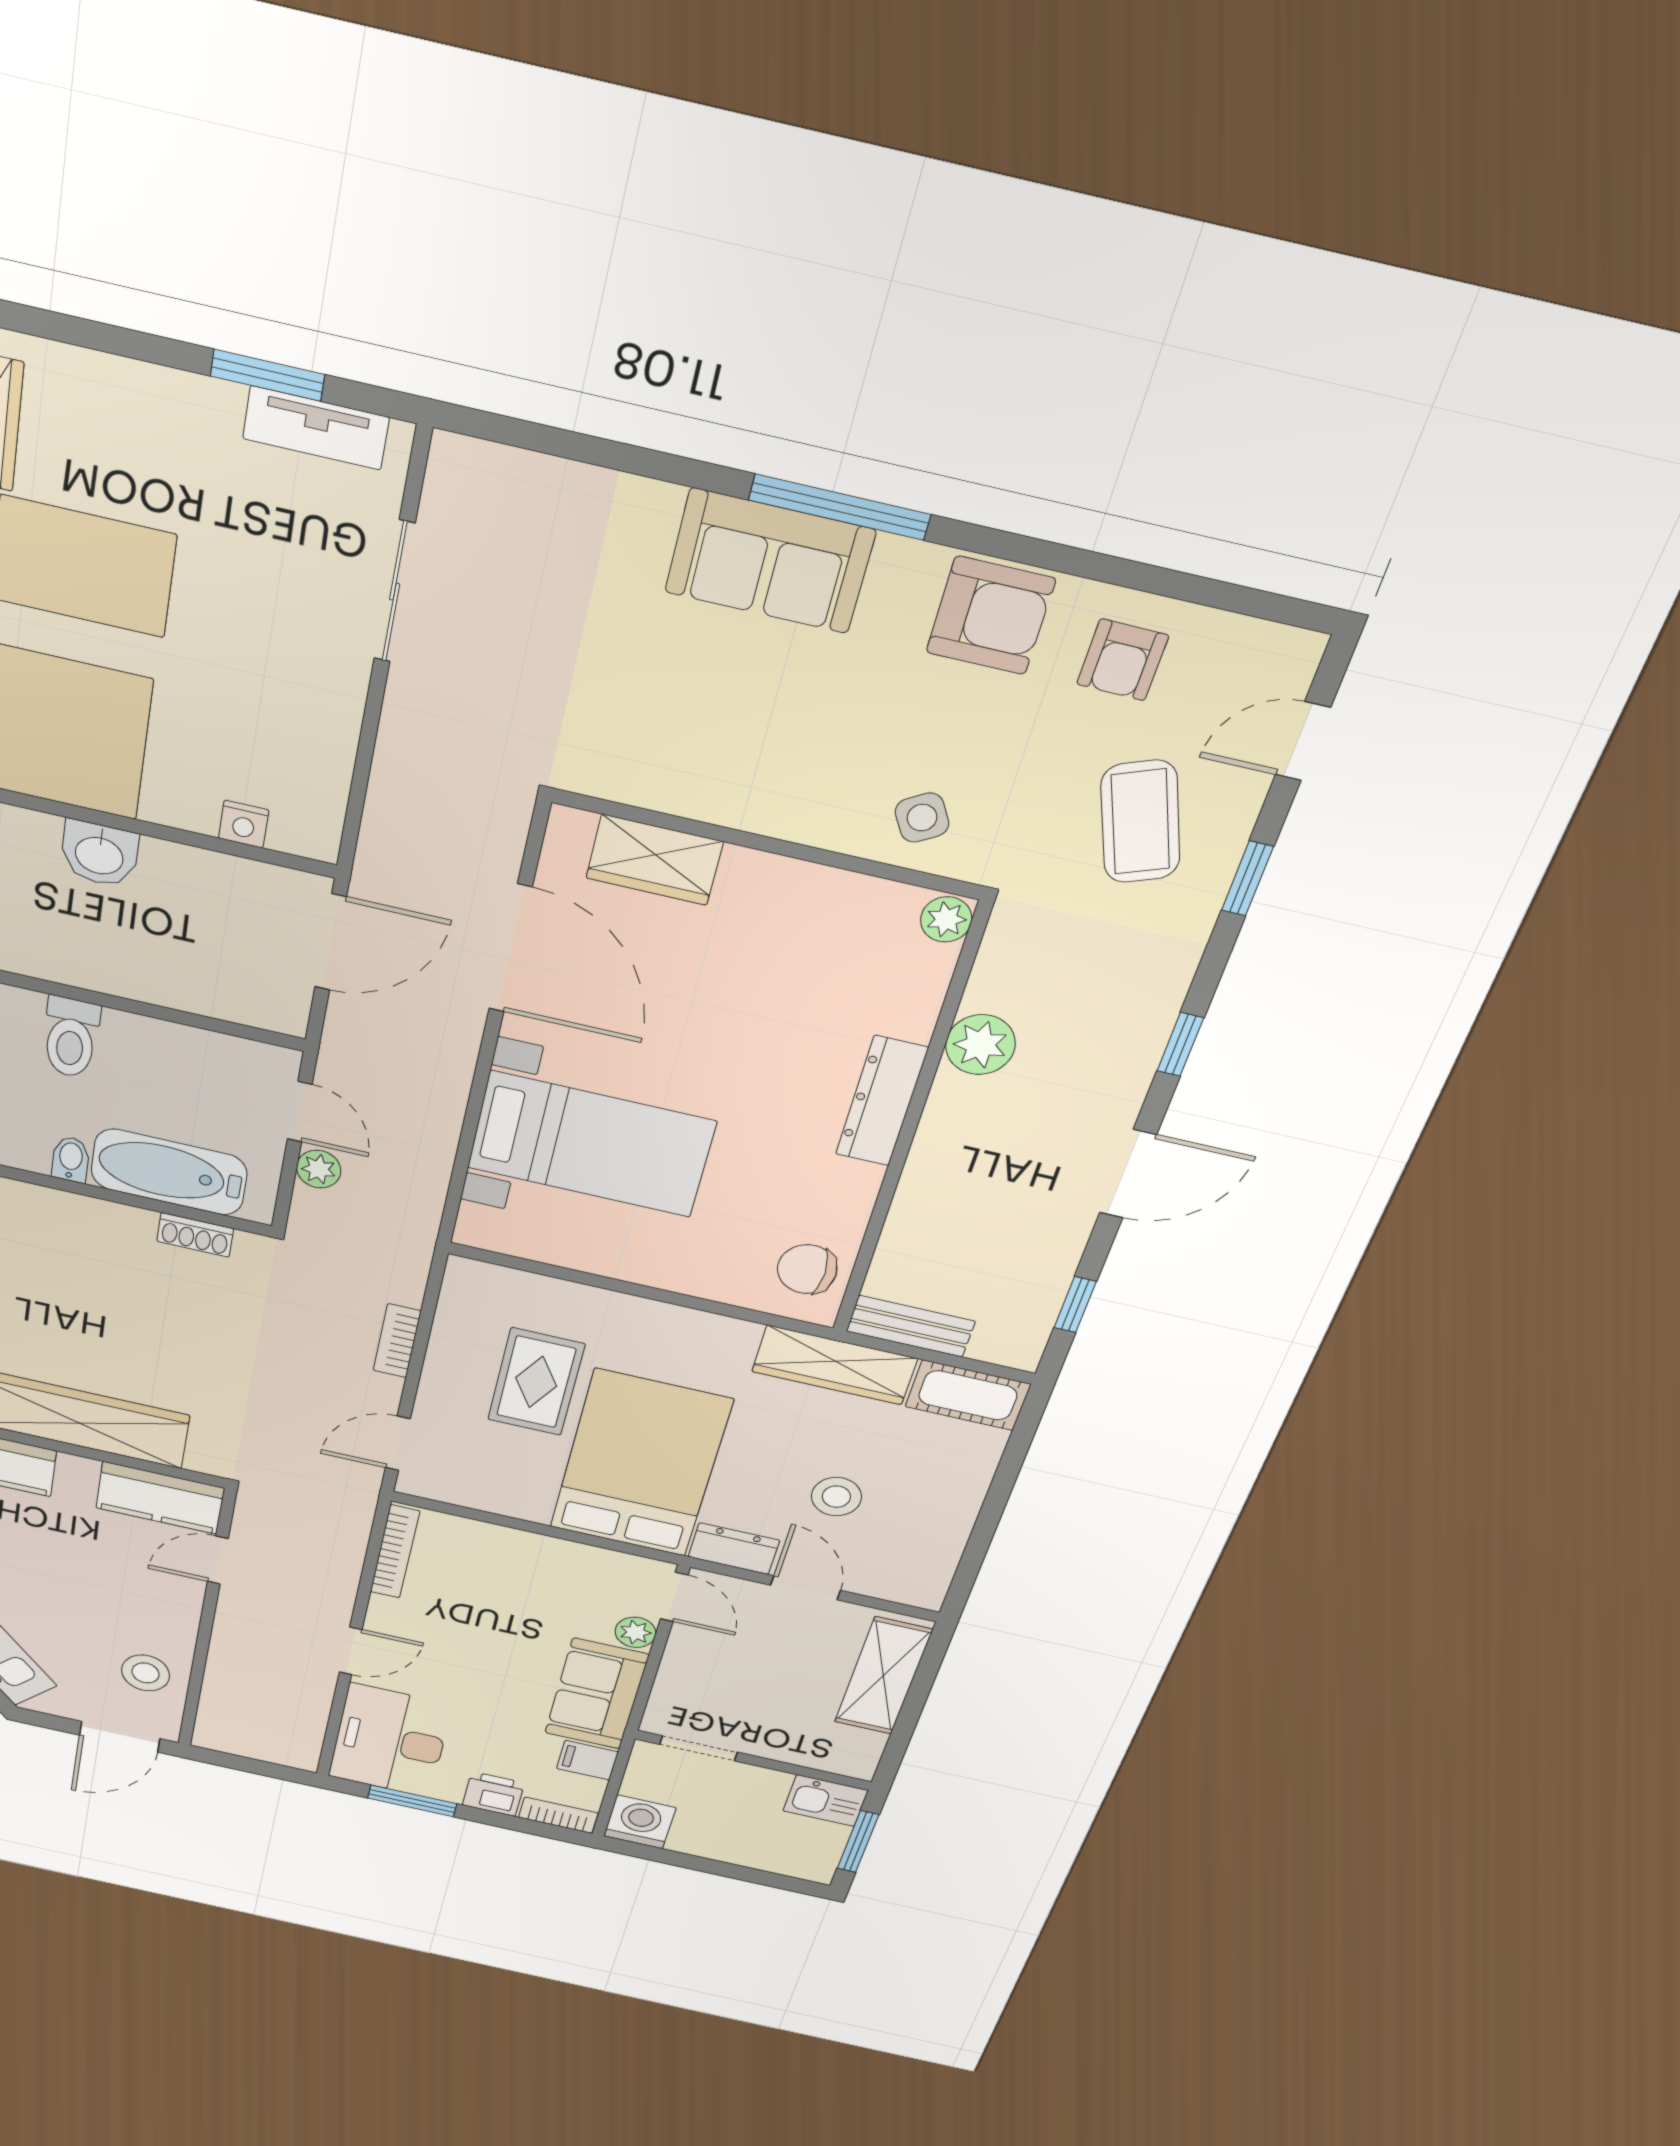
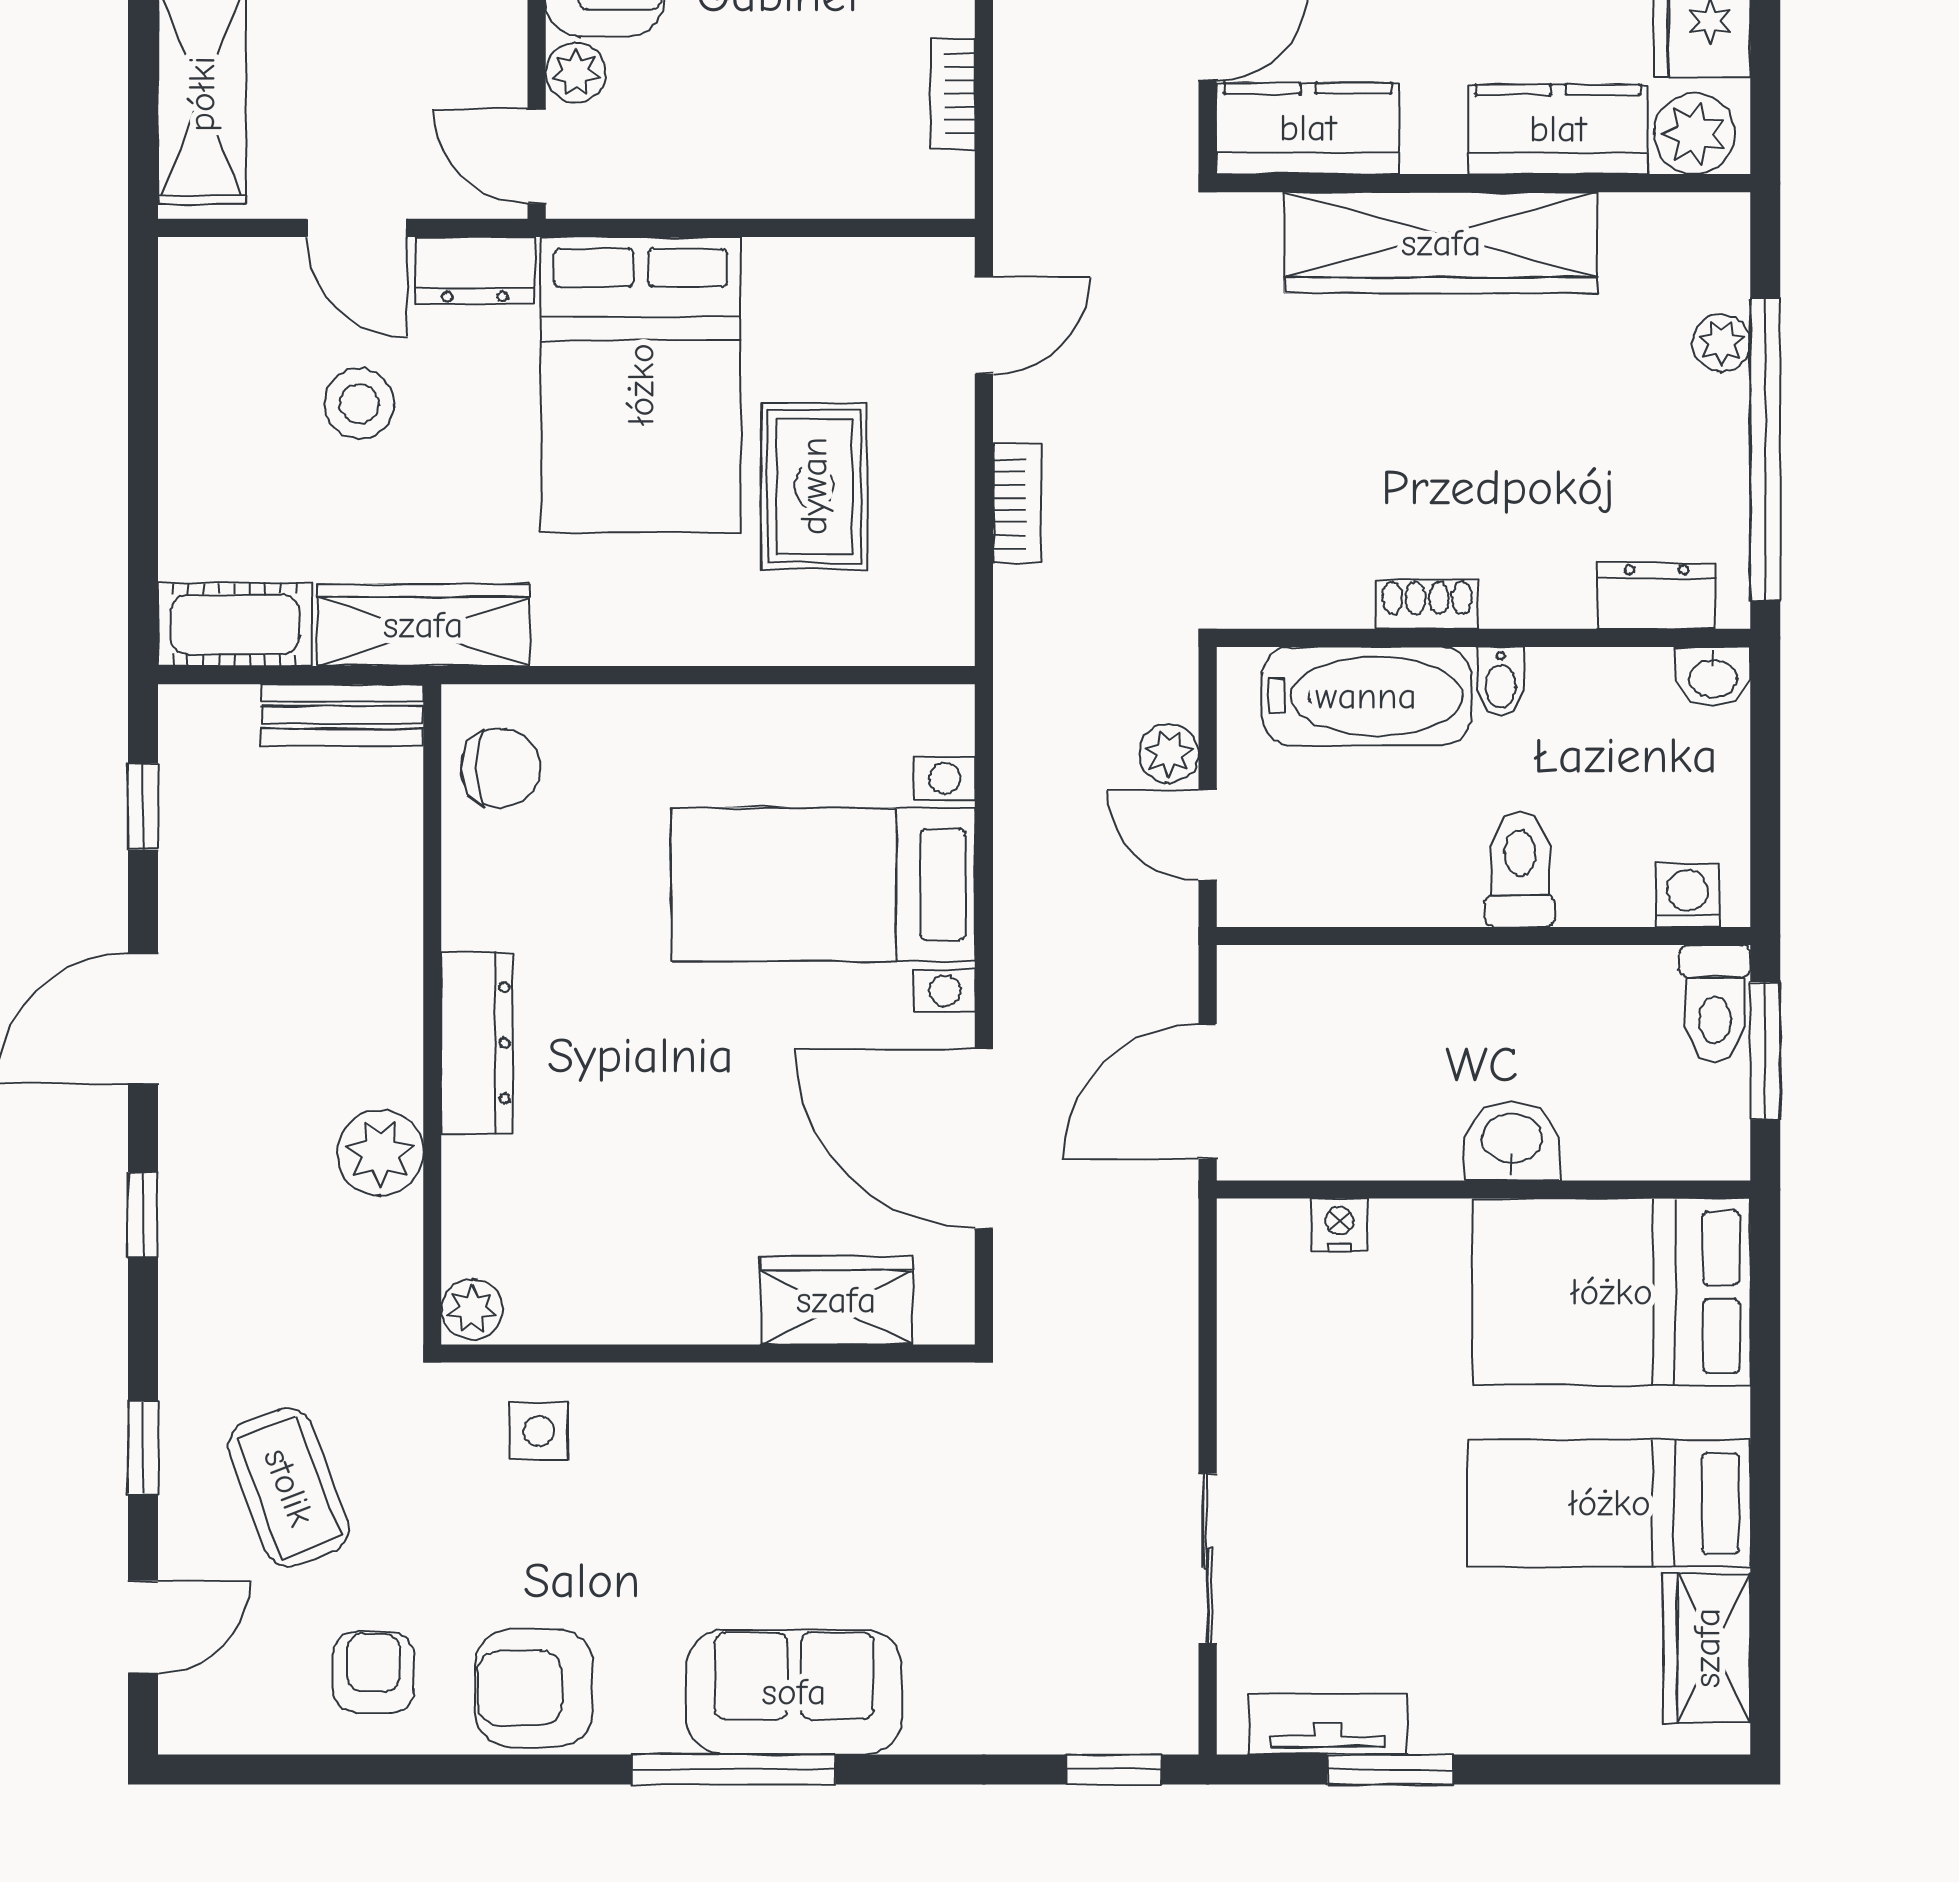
window: (509, 431) -> (1114, 1769), added
side table: (922, 818) -> (538, 1431), turned 31
shoe rack: (195, 1235) -> (1427, 604), moved
bookcase: (395, 1552) -> (953, 94), width x0.64

